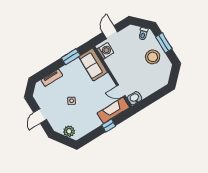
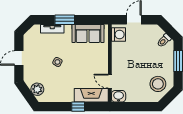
window: (71, 57) -> (65, 20), moved
stool: (153, 57) -> (158, 84), moved
sofa: (93, 64) -> (88, 33), moved, turned -90

